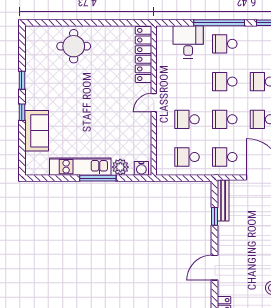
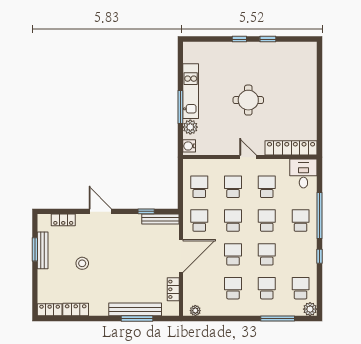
desk: (188, 42) -> (303, 174), moved, turned -90
round table: (74, 46) -> (248, 100), moved
school desk: (187, 82) -> (267, 187), added
sofa: (37, 131) -> (223, 52), removed

